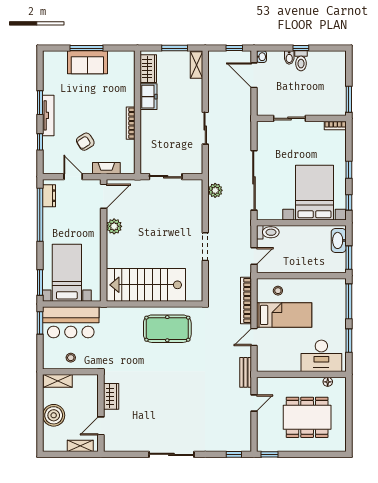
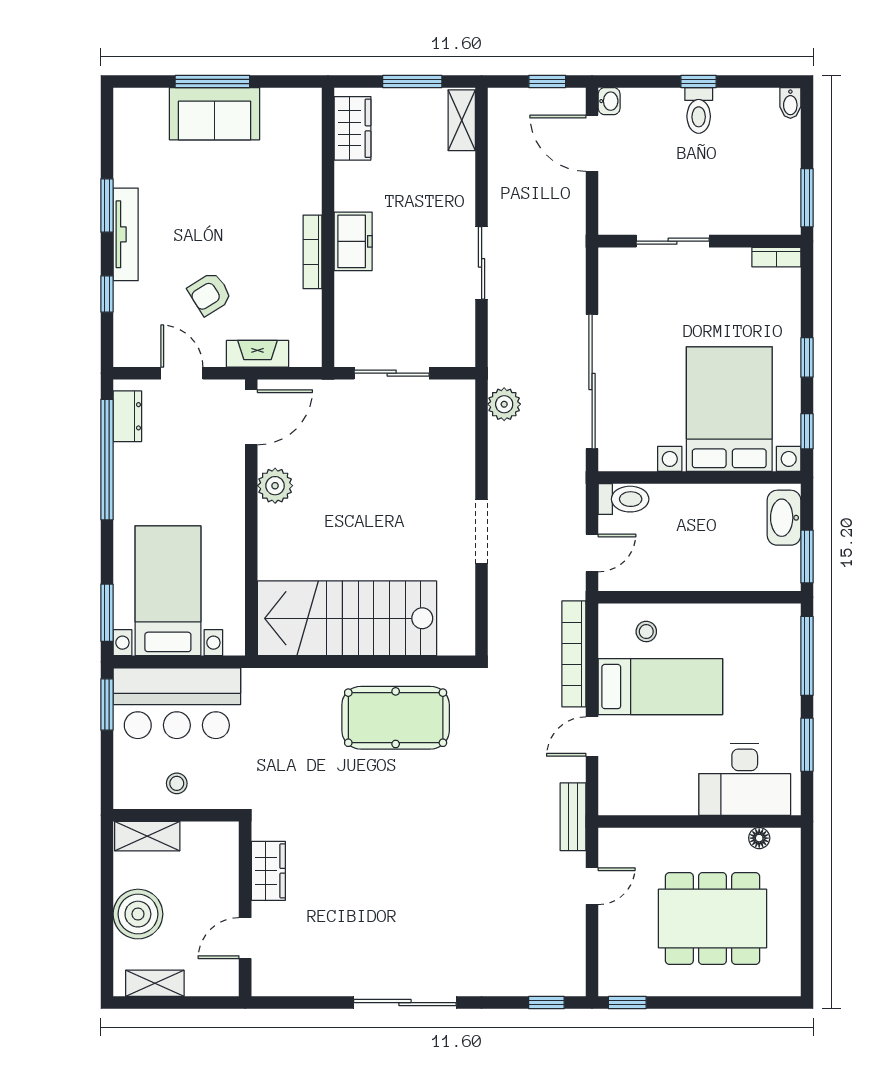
bidet: (289, 58) -> (790, 103), moved
freezer: (149, 97) -> (353, 241), moved
shelving: (80, 446) -> (155, 983), moved

